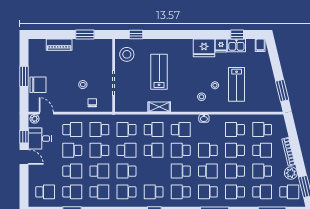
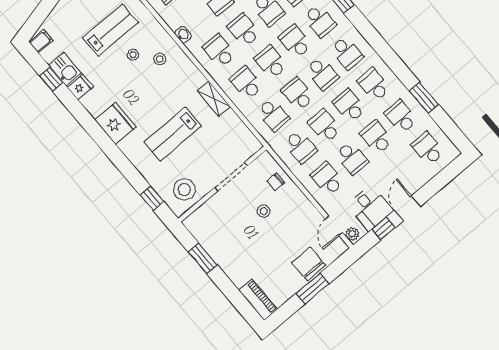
piano: (59, 45) -> (258, 300), moved
fridge: (204, 48) -> (116, 123), moved
school desk: (99, 150) -> (325, 126), turned 180
school desk: (181, 150) -> (244, 30), turned 180
school desk: (154, 171) -> (295, 42), added

